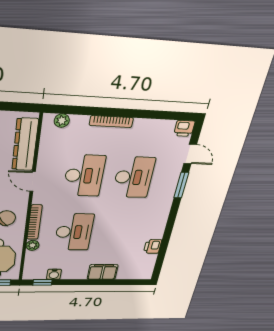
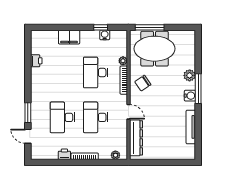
printer: (184, 128) -> (64, 154), moved
window: (42, 282) -> (101, 27), moved

